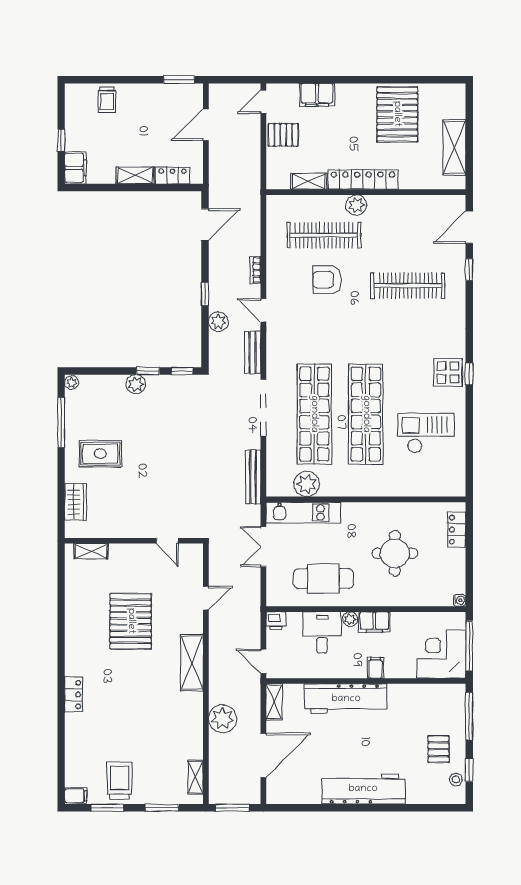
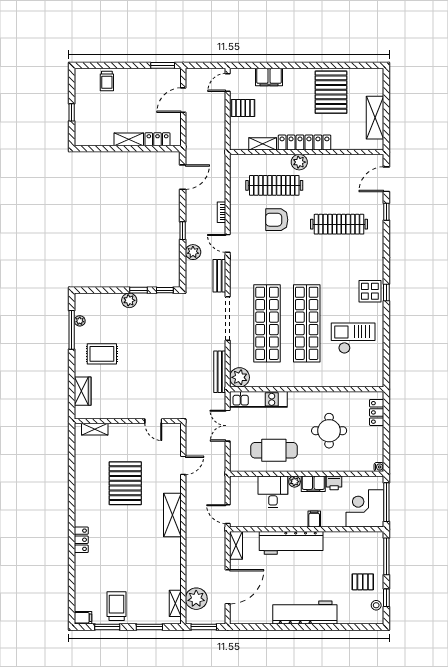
filing cabinet: (76, 168) -> (83, 133), removed
plant: (72, 383) -> (80, 321), moved
plant: (307, 484) -> (240, 377), moved
printer: (276, 621) -> (334, 483), moved
plant: (223, 719) -> (196, 599), moved
pallet: (438, 749) -> (363, 582), turned 90

